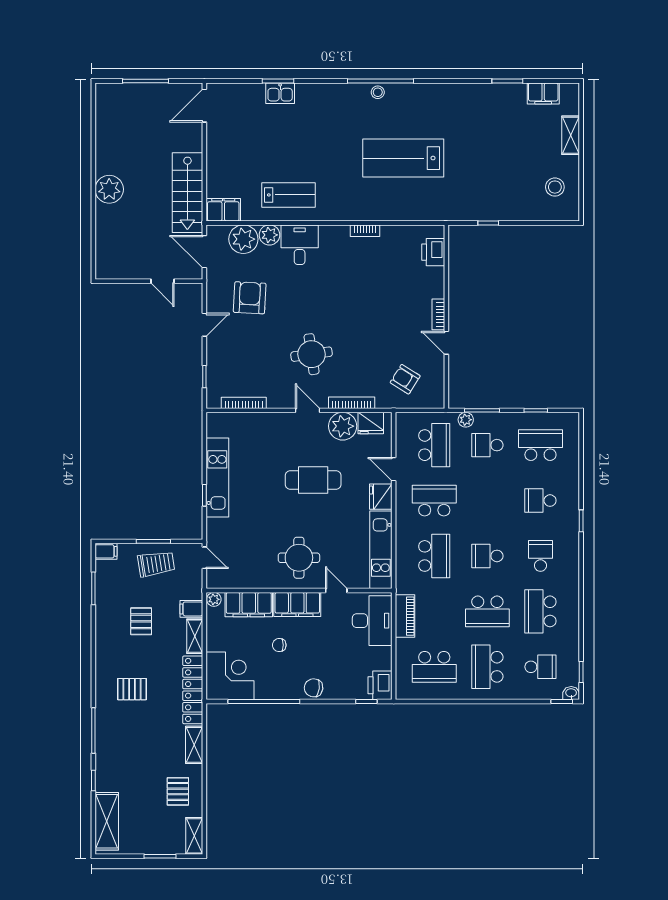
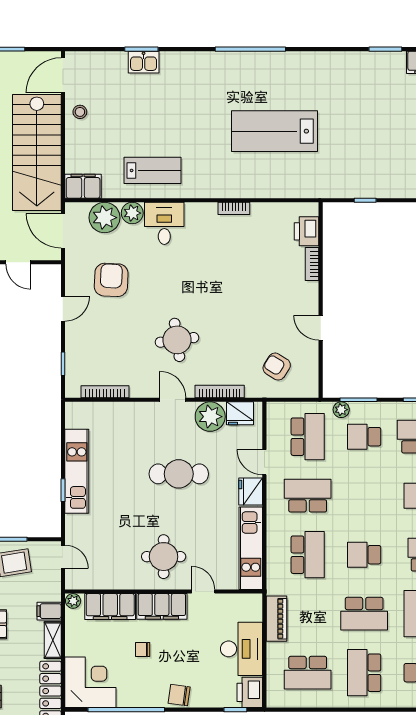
stool: (378, 92) -> (80, 112), moved
stairs: (187, 193) -> (37, 153), width x1.36, depth x1.51
bookcase: (438, 314) -> (312, 264), moved
desk: (372, 621) -> (242, 649), moved

